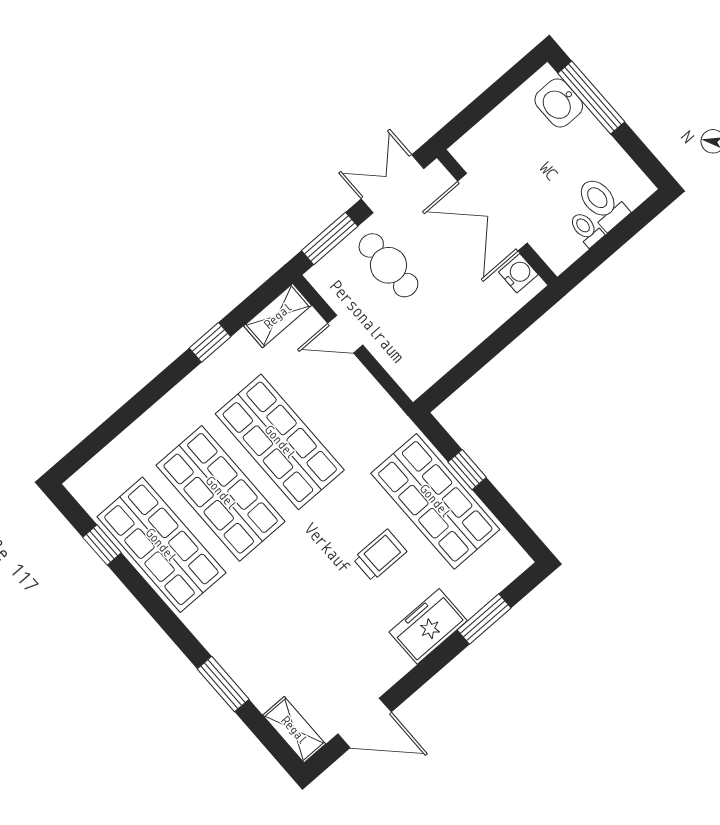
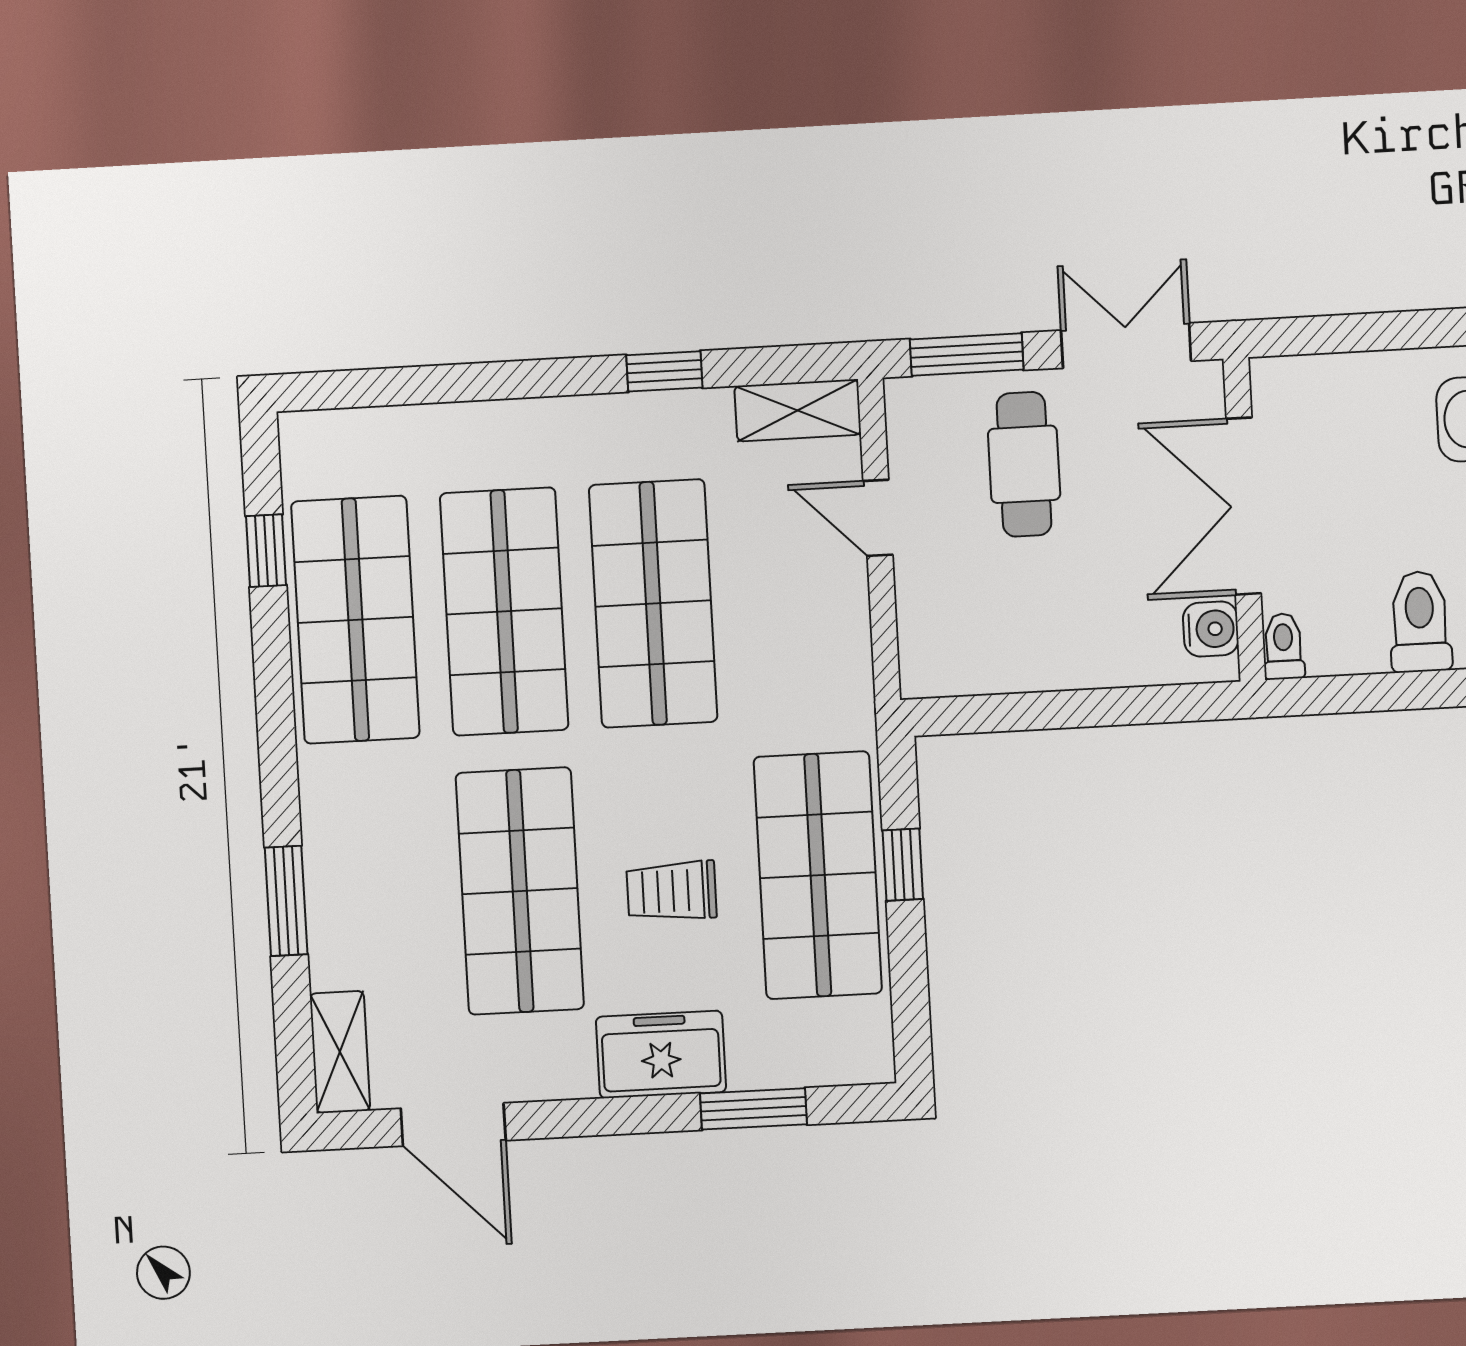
toilet: (586, 229) -> (1283, 646), moved
trolley: (380, 555) -> (672, 891), turned 180
shop shelf: (317, 604) -> (520, 891), added

